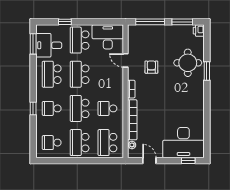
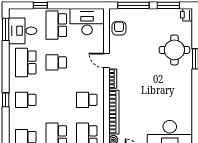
door: (125, 60) -> (106, 60), moved
armchair: (151, 67) -> (119, 28), moved
school desk: (80, 74) -> (56, 62), width x0.54
school desk: (80, 108) -> (56, 100), removed

